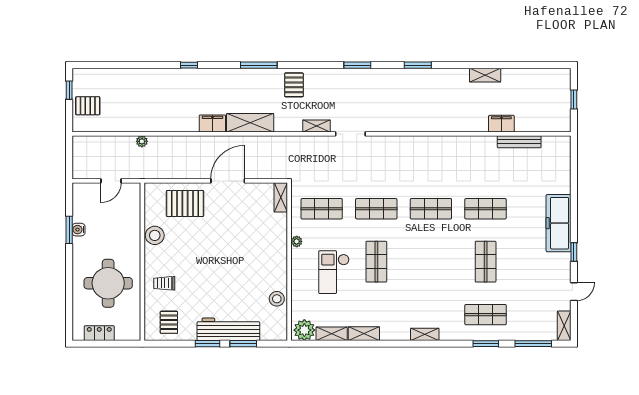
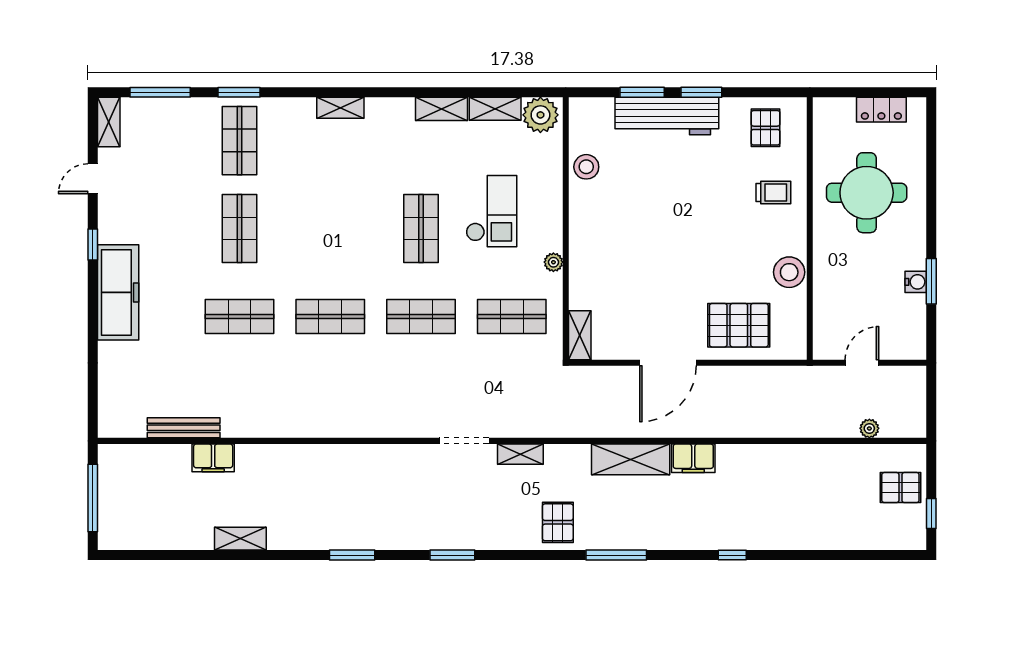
window: (574, 100) -> (93, 498), width x2.17
plant: (142, 141) -> (869, 428), moved
shop shelf: (486, 315) -> (239, 141), turned 90

